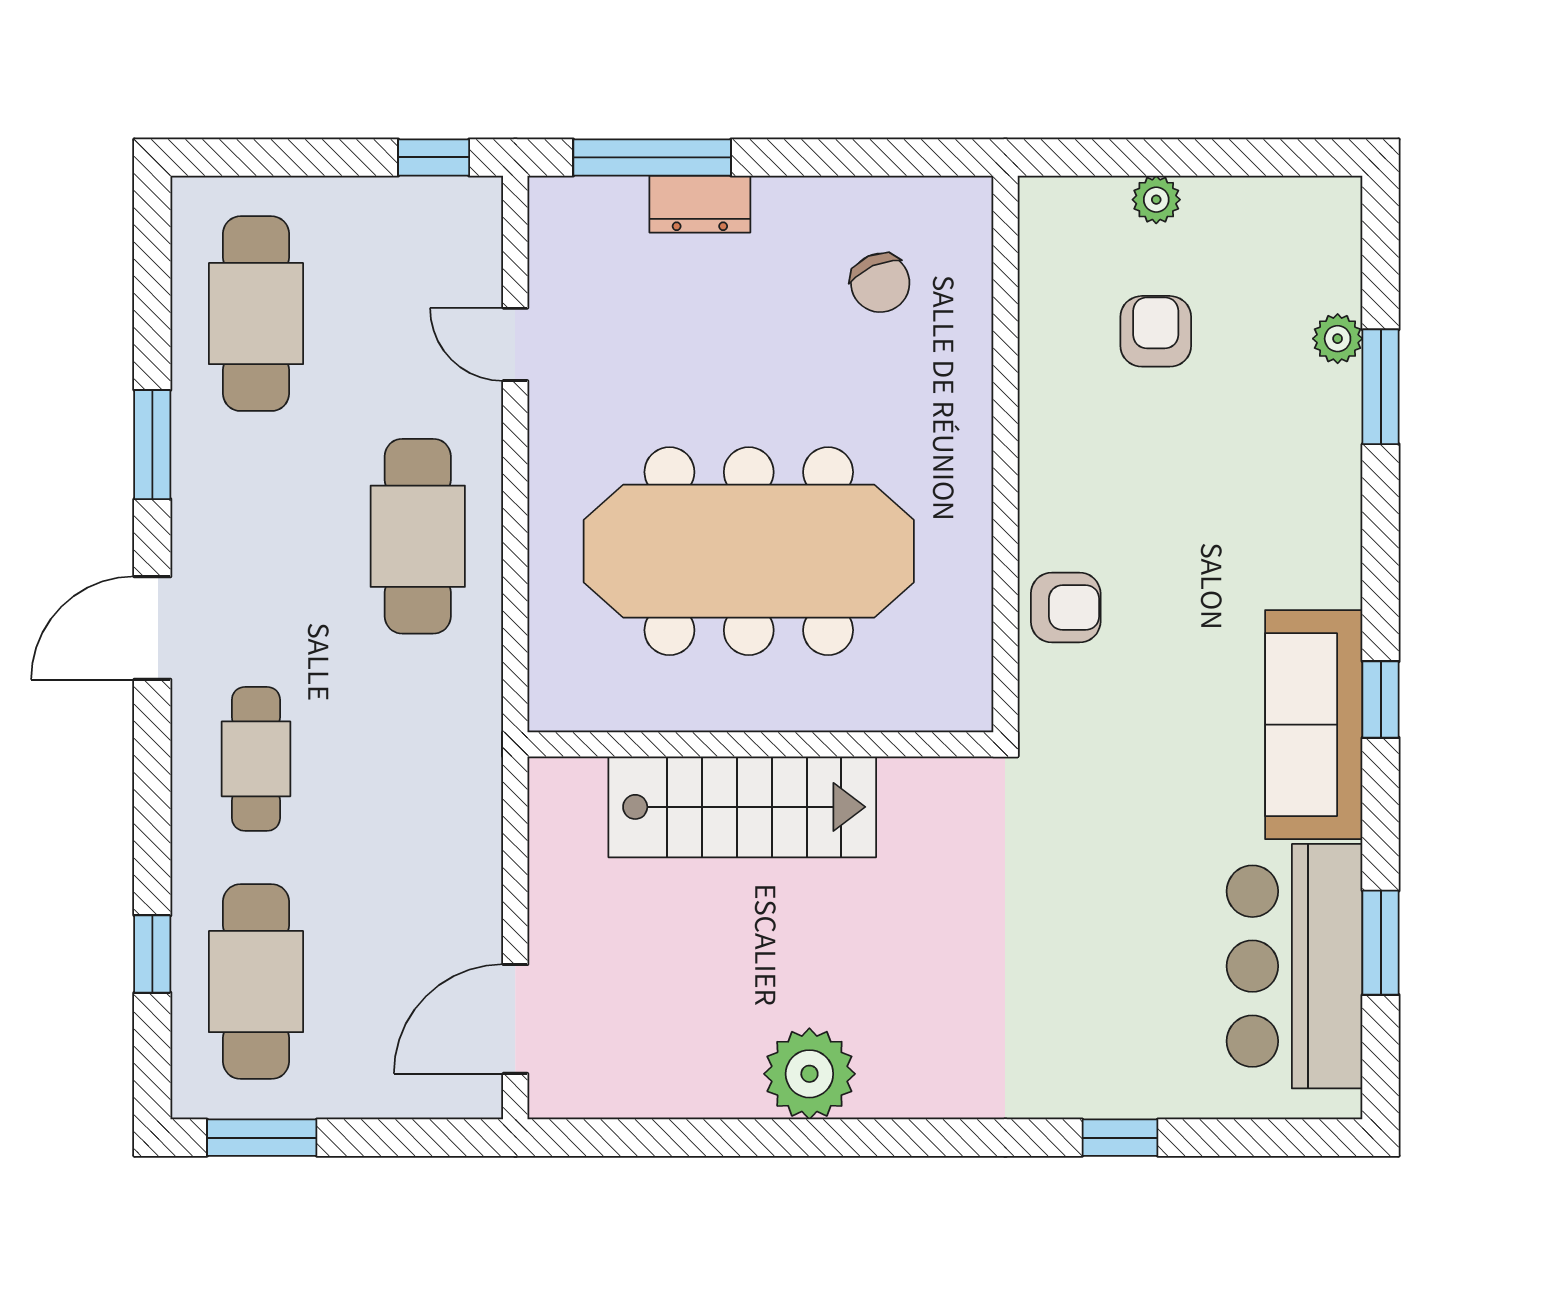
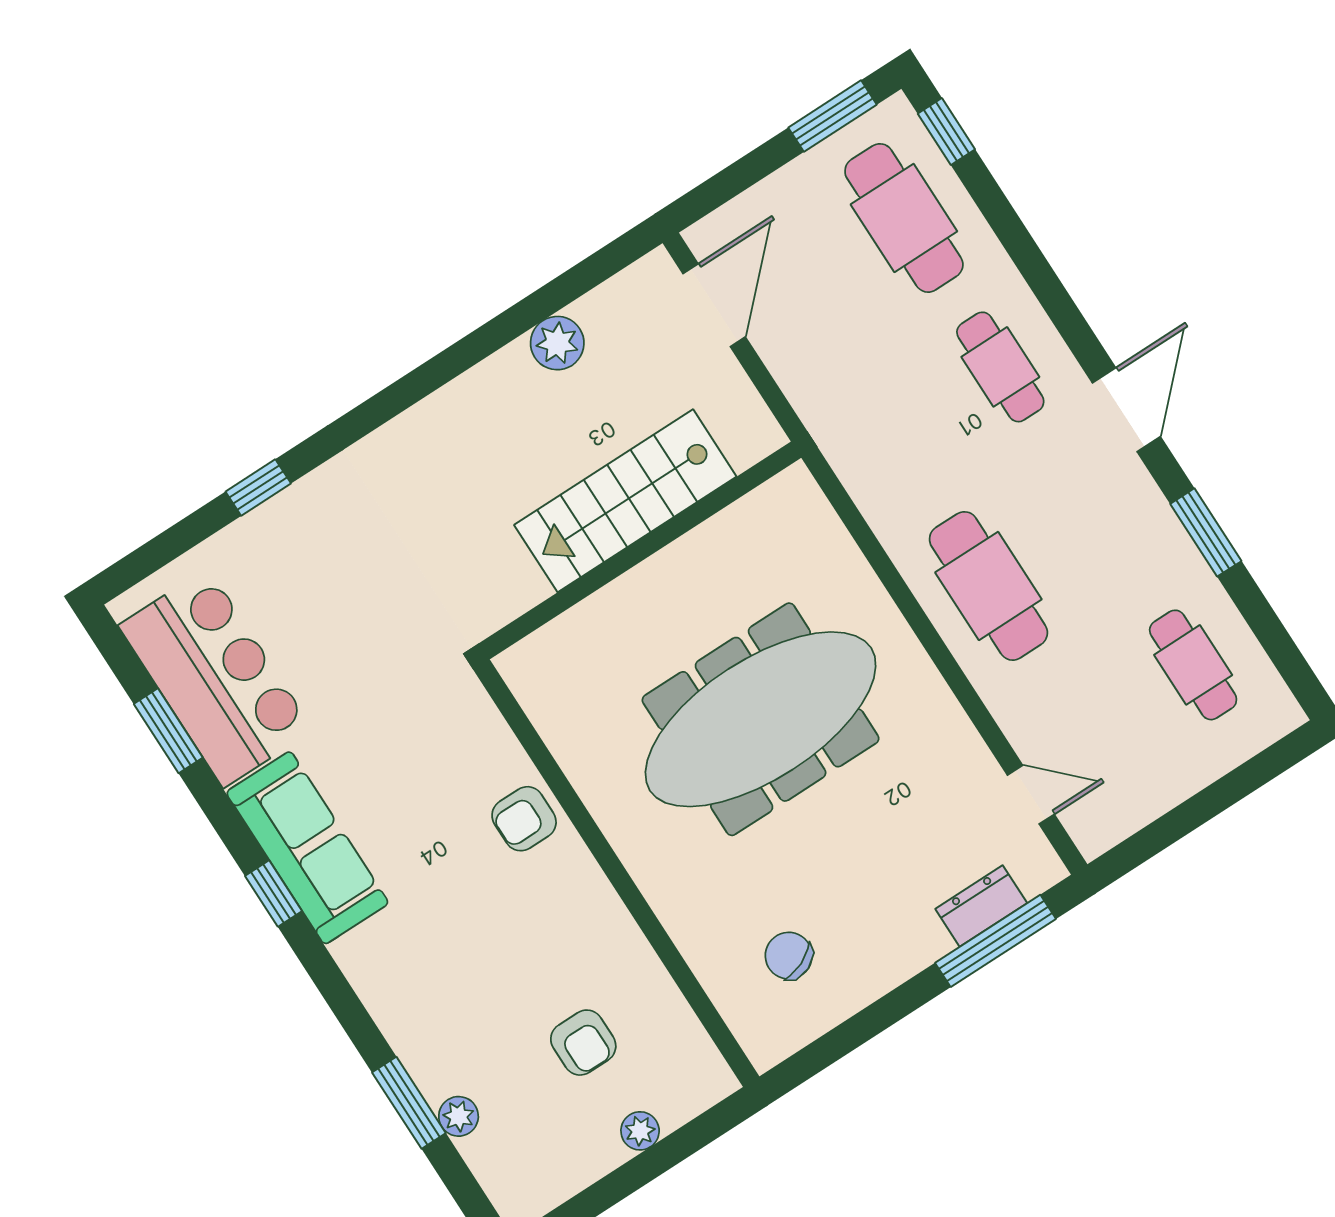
window: (434, 157) -> (1142, 846), removed
dresser: (700, 204) -> (981, 906), moved
cafe table: (256, 314) -> (1193, 665), width x0.73, depth x0.74
door: (515, 344) -> (1031, 795), moved
wall: (760, 744) -> (640, 550), moved
stairs: (742, 807) -> (625, 501), moved
window: (152, 954) -> (946, 131), moved
plant: (809, 1074) -> (557, 343), moved, width x0.73, depth x0.73

